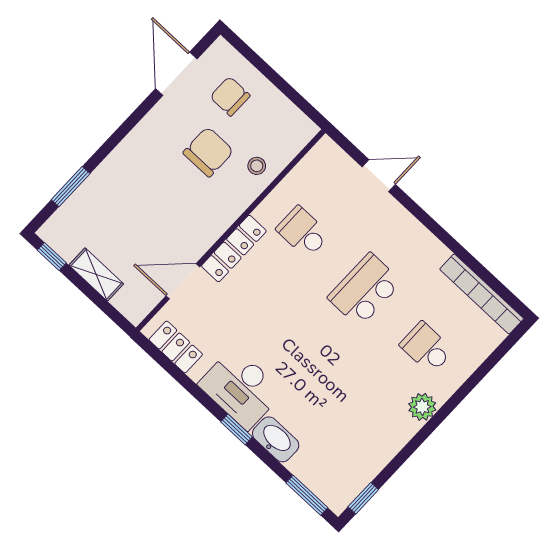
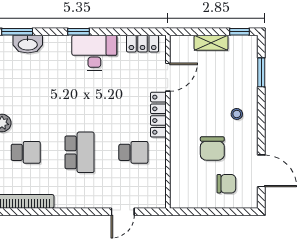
stool: (257, 166) -> (237, 114), moved
washbasin: (276, 439) -> (28, 44), moved

